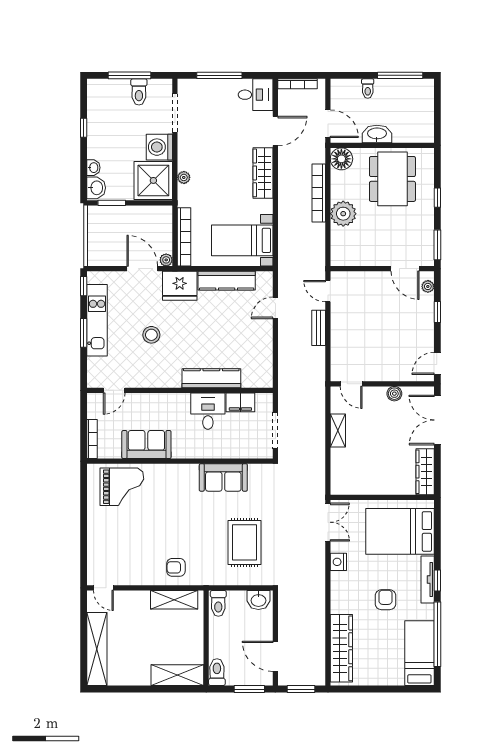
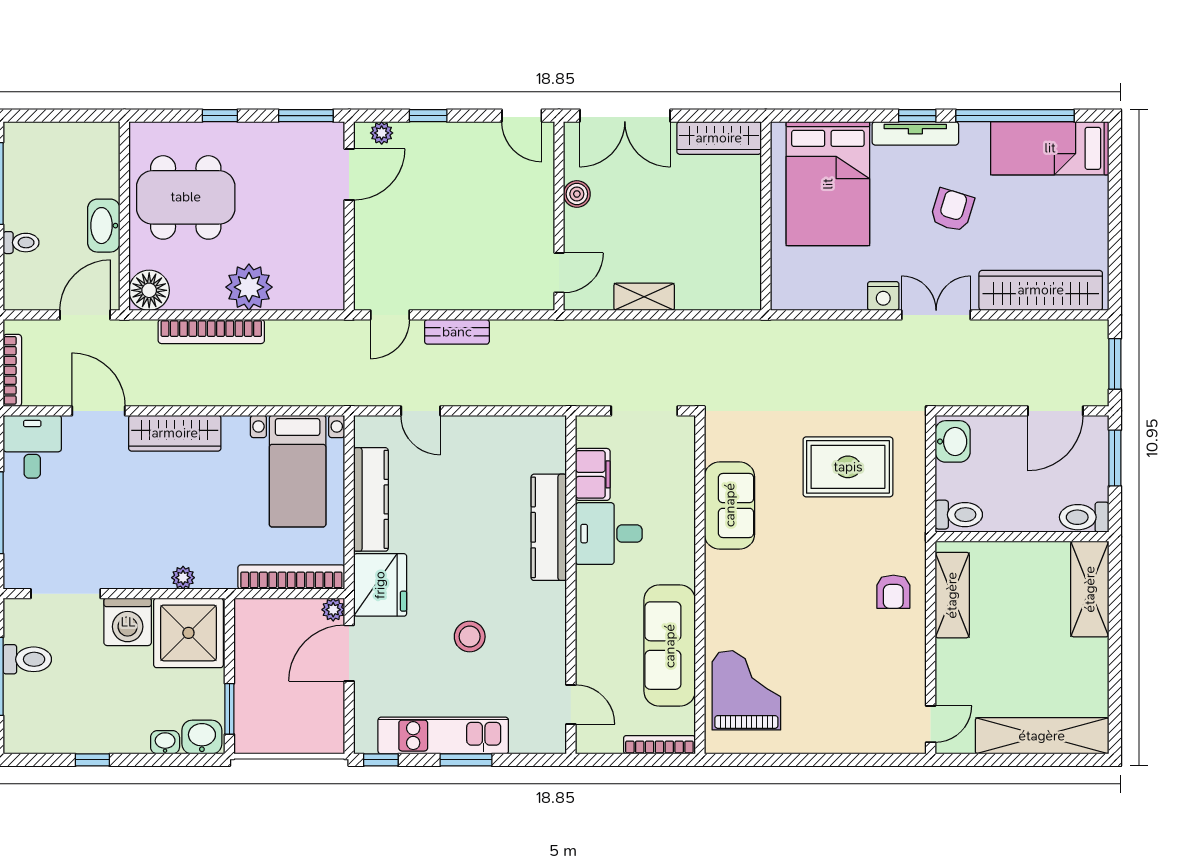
sofa: (146, 445) -> (670, 646), width x1.36
double door: (328, 522) -> (936, 315), moved
armchair: (385, 600) -> (952, 210), turned 107

